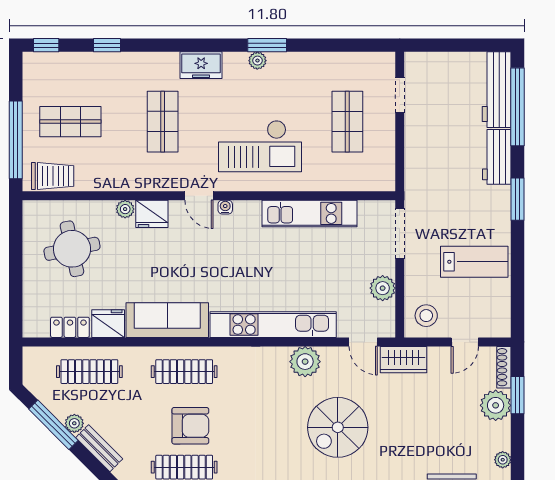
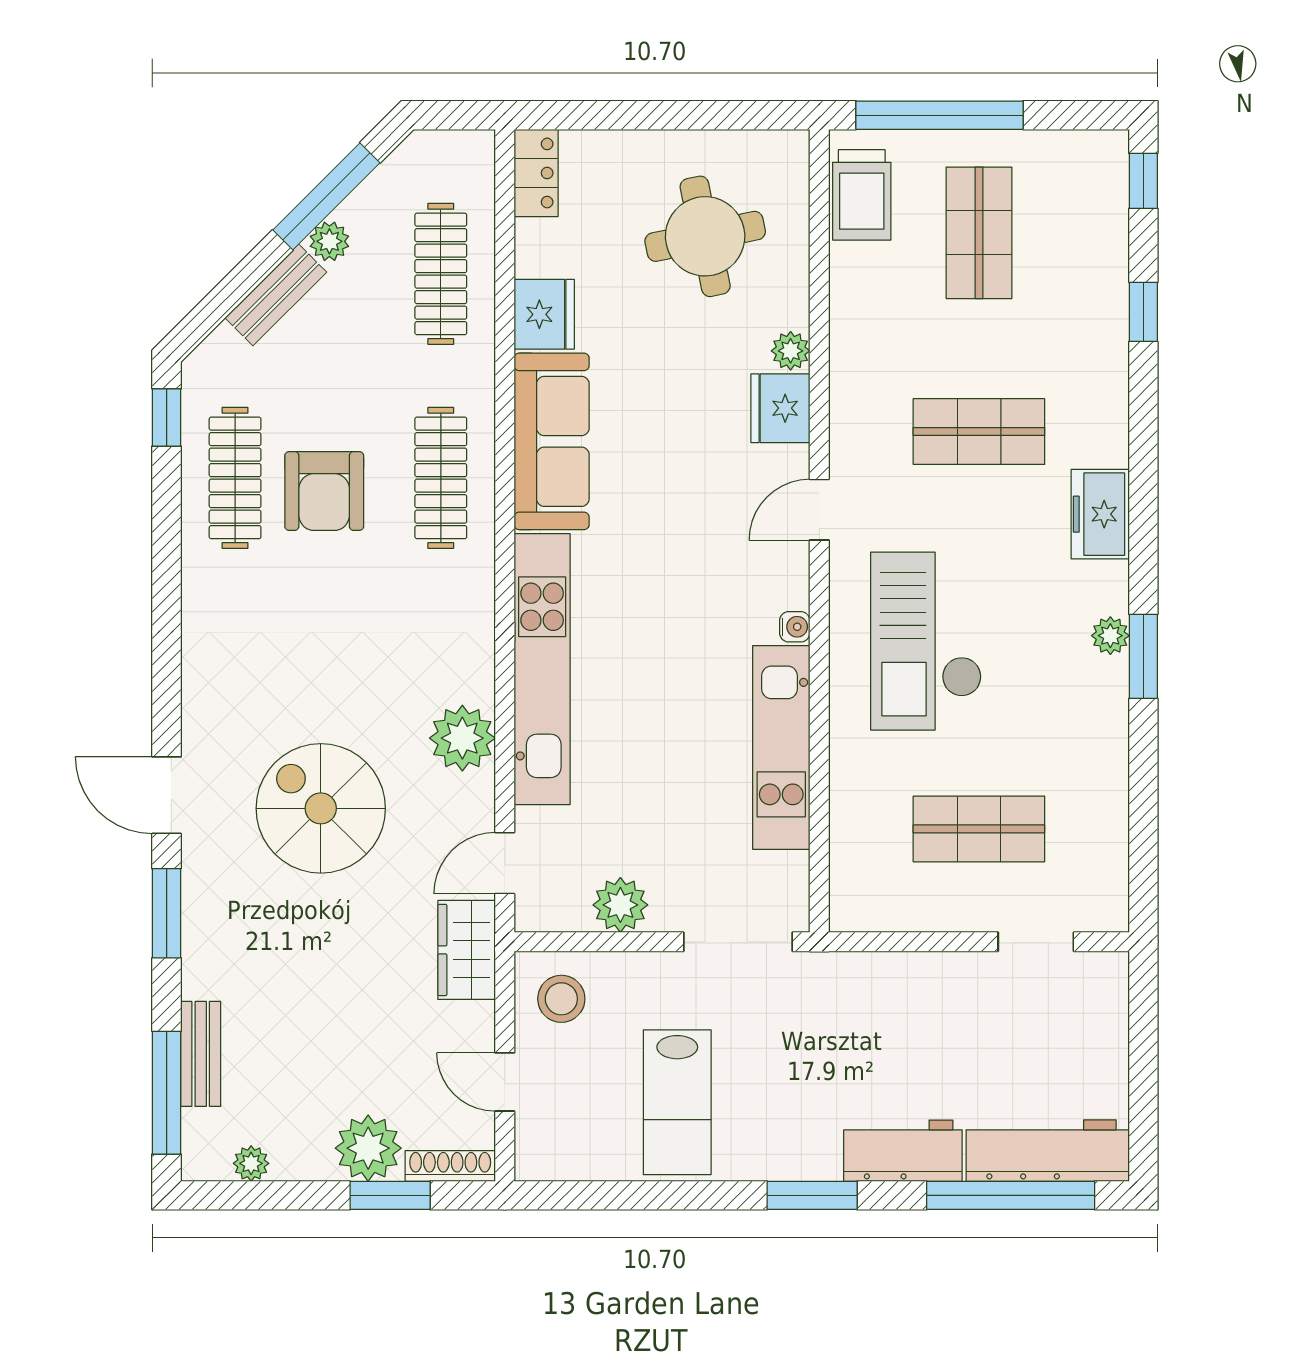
water cooler: (225, 207) -> (795, 627), moved
locker: (70, 327) -> (536, 173), moved

